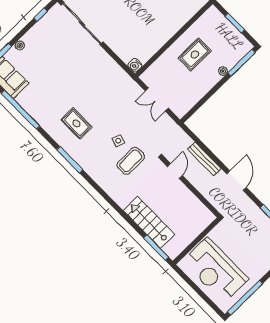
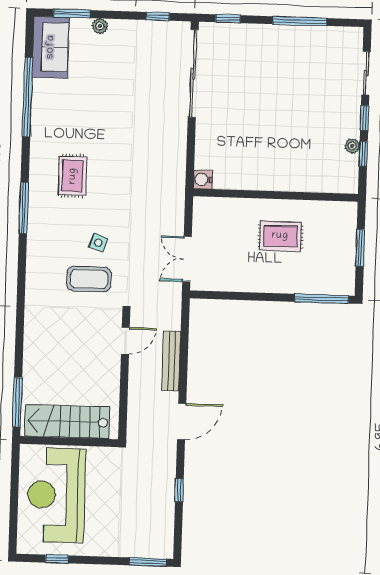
plant: (223, 71) -> (292, 287), removed
double door: (157, 100) -> (187, 259), moved
stairs: (149, 222) -> (67, 422), moved, turned -90
window: (245, 298) -> (57, 559), width x0.32

